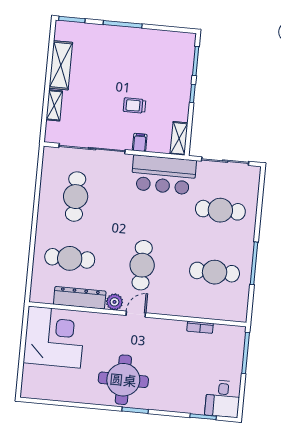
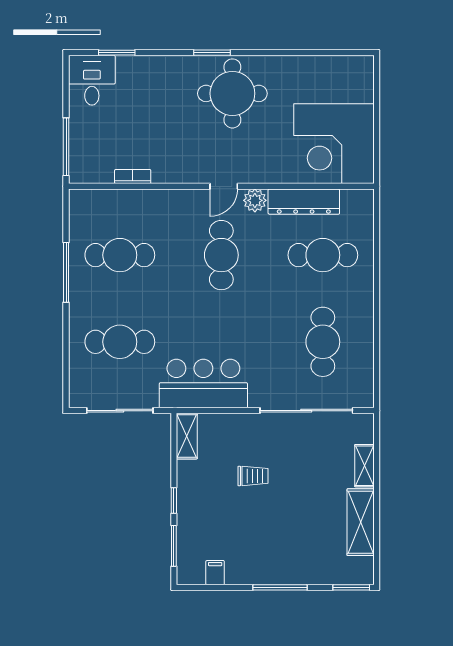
filing cabinet: (140, 142) -> (215, 573), moved, turned 180

